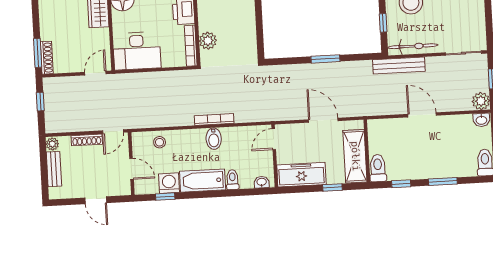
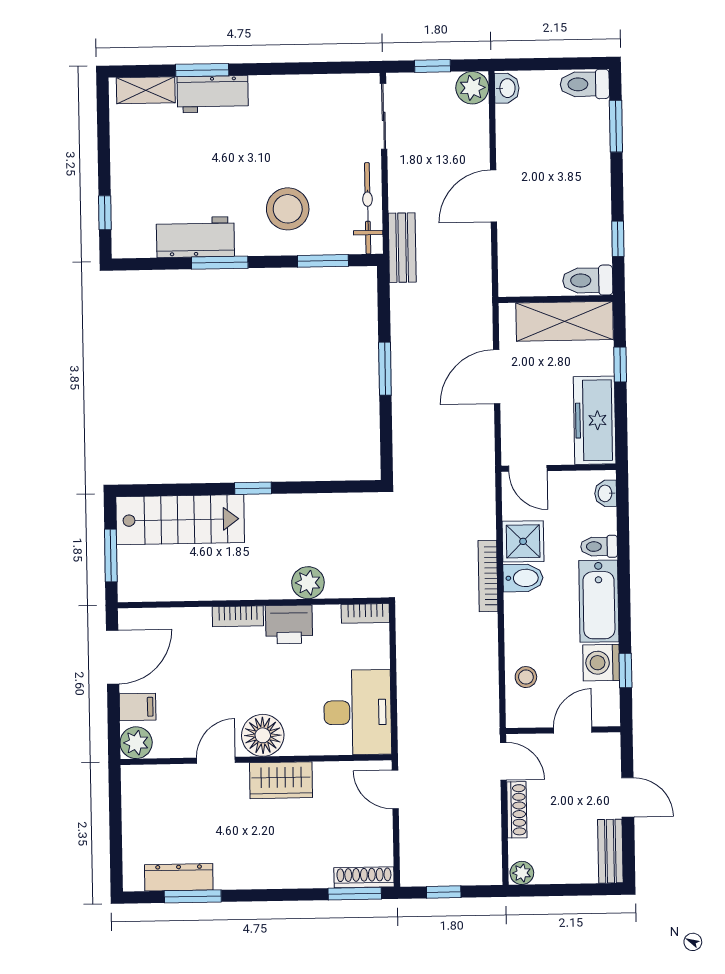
window: (383, 23) -> (323, 261), width x1.50
plant: (208, 41) -> (308, 583), moved
bookcase: (191, 46) -> (365, 613), width x0.64
bench: (399, 66) -> (402, 248), width x0.73
shower: (234, 138) -> (523, 541), added
bench: (54, 169) -> (610, 851), moved, turned 90
window: (443, 182) -> (616, 126), moved
door: (96, 200) -> (628, 797), hinge flipped

